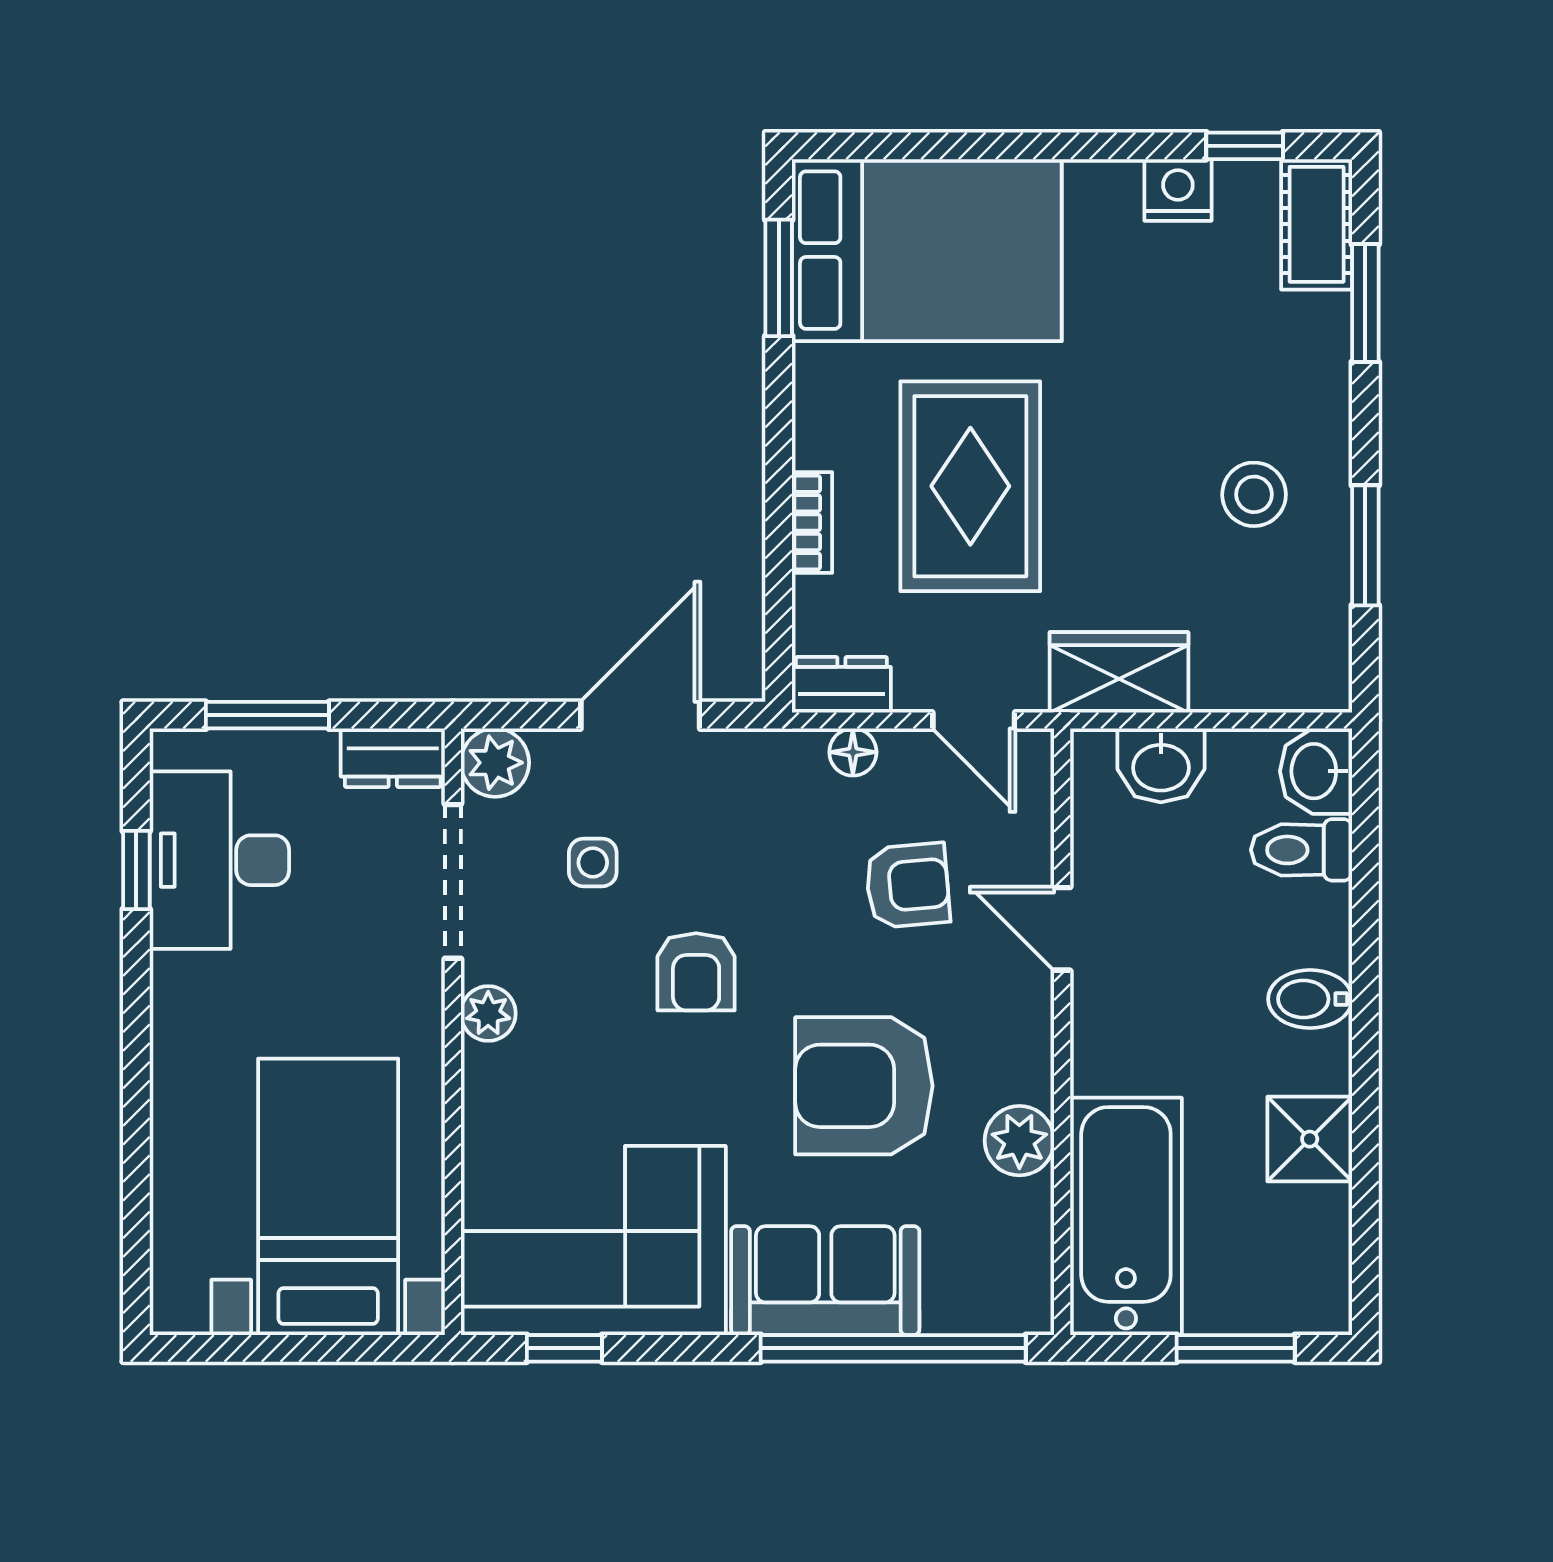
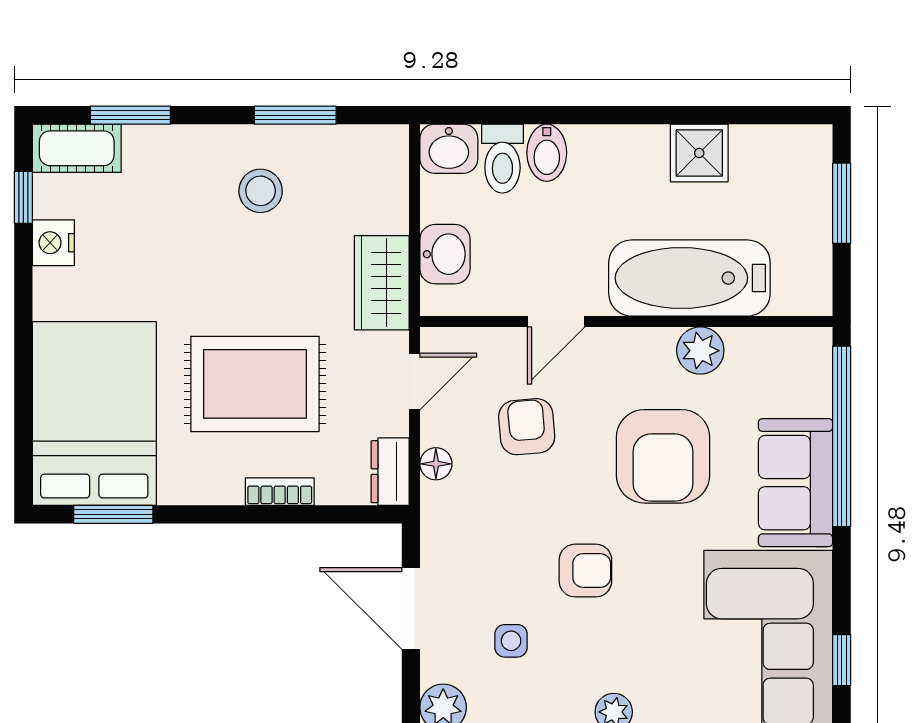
bidet: (1310, 999) -> (547, 153), moved
bathtub: (1126, 1216) -> (689, 278), moved

